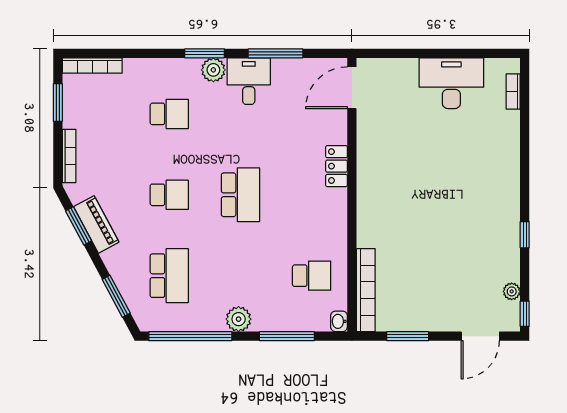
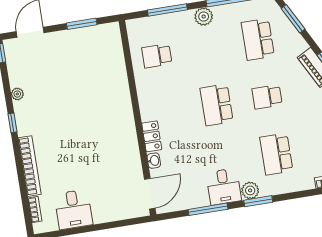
desk: (451, 83) -> (73, 209), width x0.73
school desk: (169, 114) -> (276, 154), width x1.85
window: (525, 235) -> (12, 123), moved
bookcase: (366, 290) -> (30, 166), moved, turned 180
plant: (512, 291) -> (17, 94), moved
washbasin: (339, 321) -> (154, 161), moved

